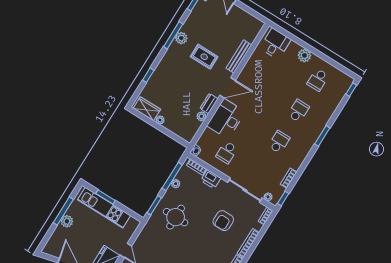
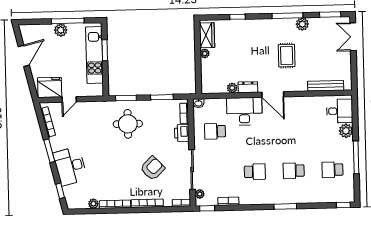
plant: (181, 38) -> (302, 24), moved
plant: (304, 55) -> (346, 131), moved
window: (320, 55) -> (356, 157), added
bench: (239, 57) -> (326, 86), moved
school desk: (298, 111) -> (294, 171), turned 180
window: (172, 176) -> (162, 97), width x0.69
plant: (176, 184) -> (157, 104), removed
armchair: (223, 221) -> (153, 168), turned 136

